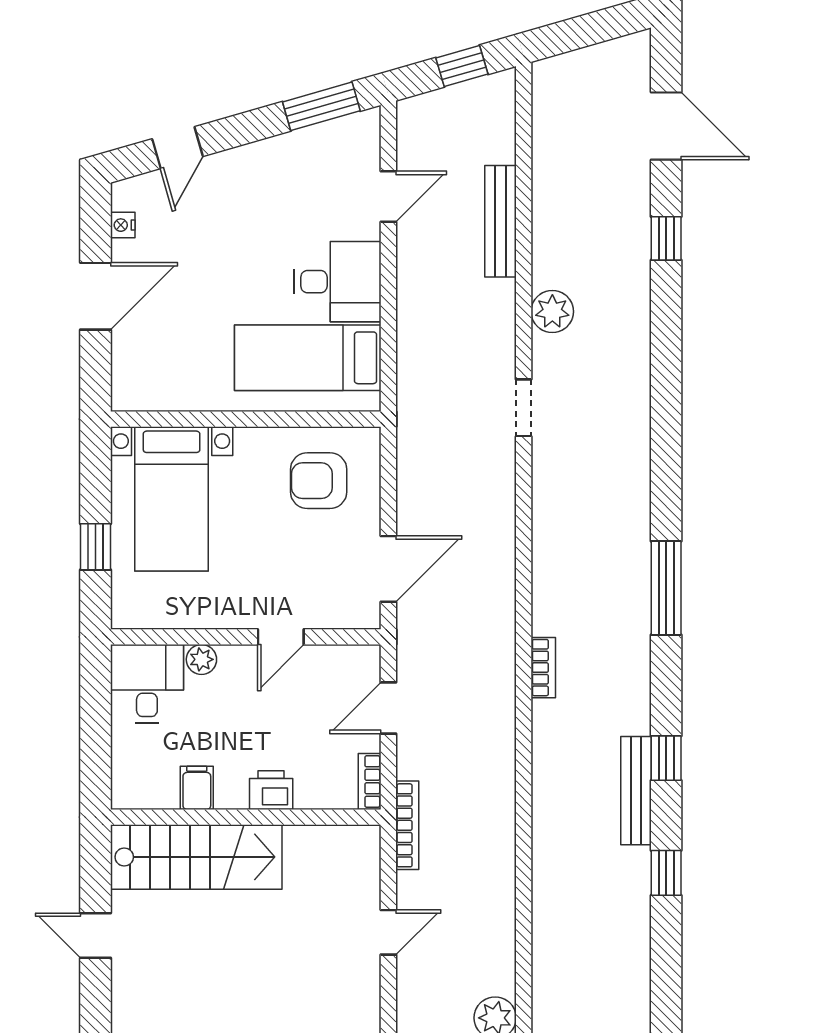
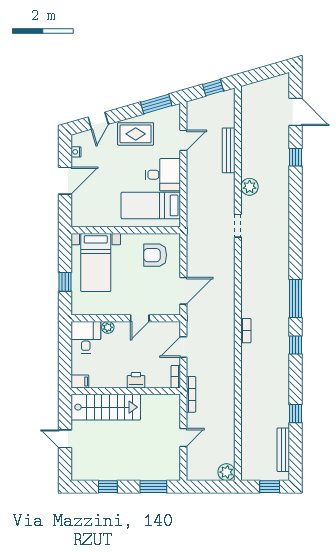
rug: (270, 181) -> (136, 134), added
window: (666, 758) -> (296, 345), moved
filing cabinet: (197, 788) -> (80, 381), moved, turned 90
bench: (636, 791) -> (283, 450), moved

